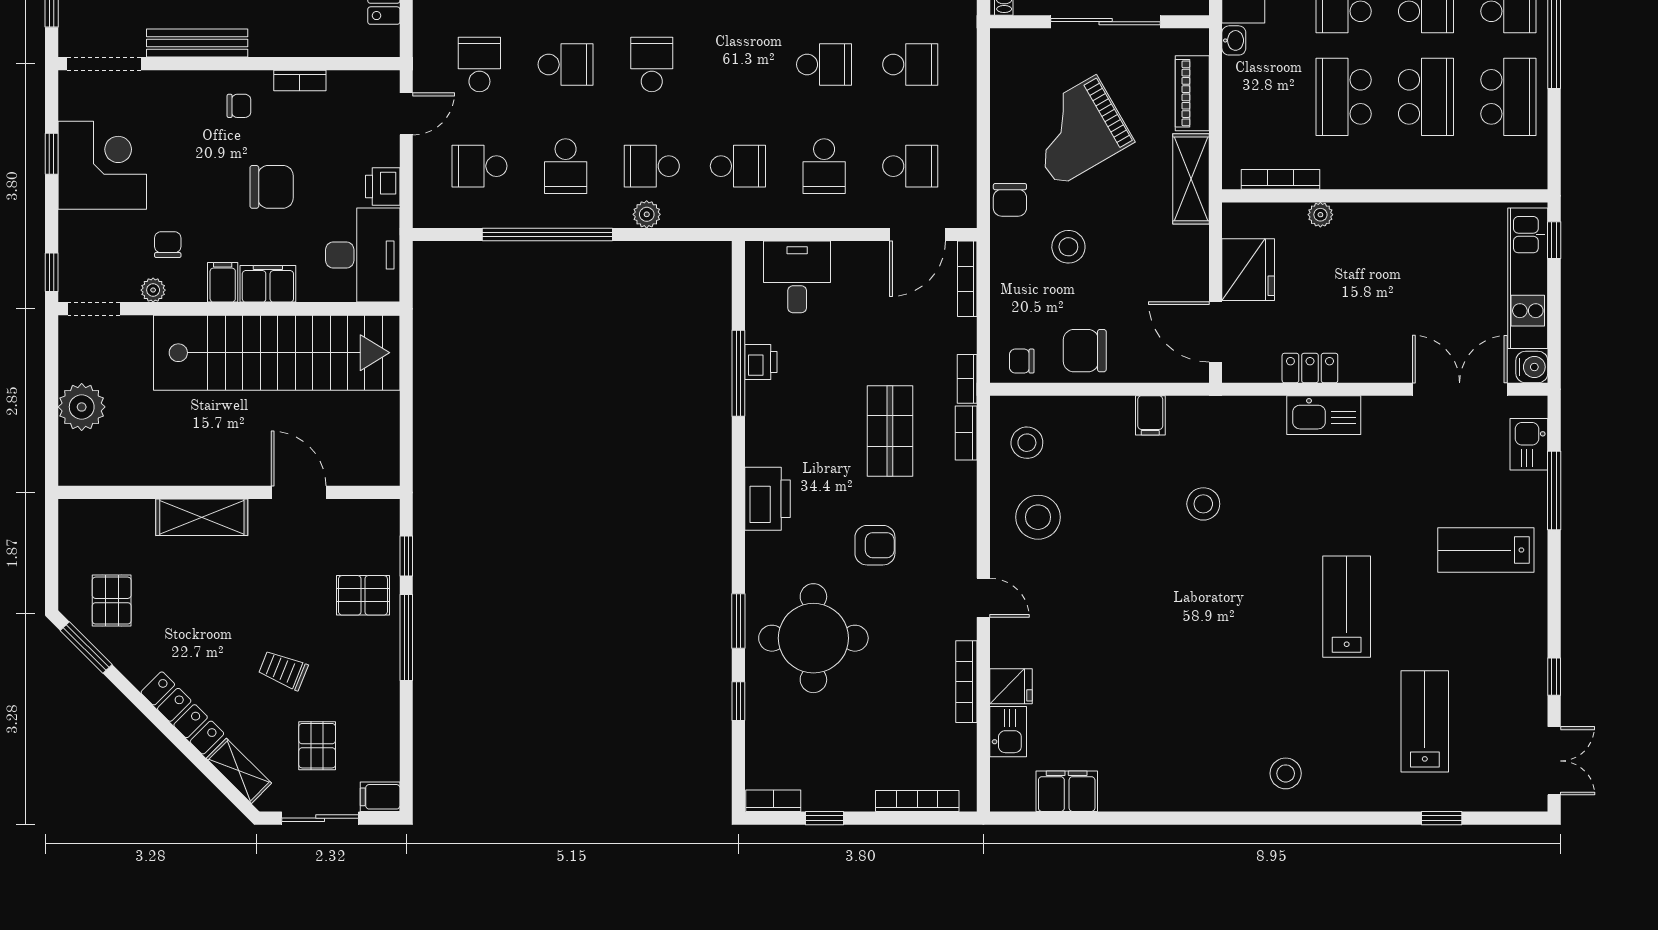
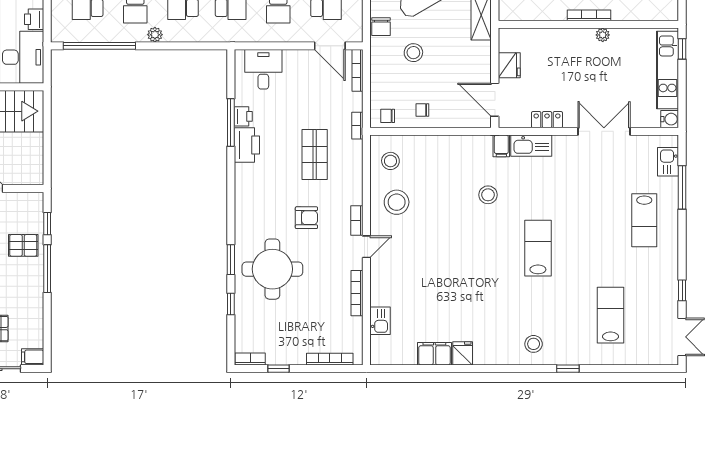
bookcase: (1280, 179) -> (589, 15), moved
plant: (647, 214) -> (155, 35), moved
plant: (1320, 215) -> (603, 35), moved
window: (547, 234) -> (99, 46), moved
door: (917, 234) -> (330, 46), hinge flipped
fridge: (1248, 270) -> (509, 65), width x0.73, depth x0.75
chair: (1085, 351) -> (422, 110), width x0.54, depth x0.54
double door: (1460, 389) -> (604, 131), moved
filing cabinet: (1150, 415) -> (501, 146), moved
kitchen sink: (1324, 415) -> (531, 146), moved
bookcase: (966, 433) -> (357, 221), moved
printer: (767, 499) -> (247, 145), moved
lab bench: (1486, 550) -> (644, 220), turned -90
door: (983, 598) -> (366, 247), hinge flipped
lab bench: (1347, 607) -> (538, 248), moved
fridge: (1011, 686) -> (463, 353), moved, turned -90
filing cabinet: (1067, 791) -> (434, 354), moved
window: (1442, 818) -> (568, 369), moved

